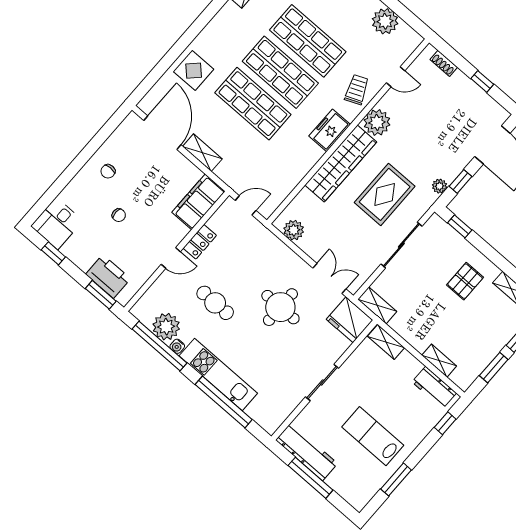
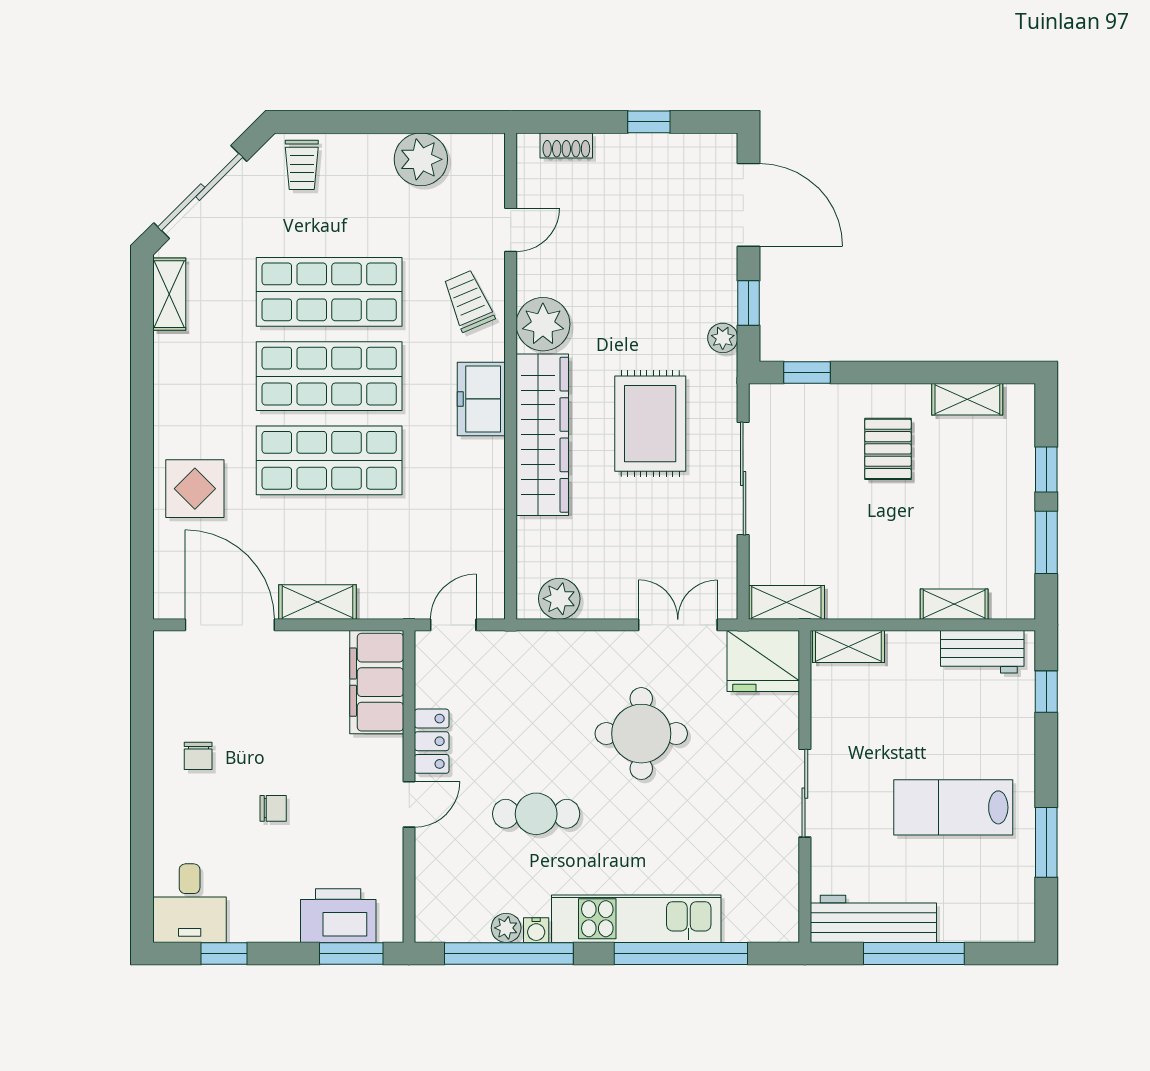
plant: (166, 327) -> (506, 928), width x0.53, depth x0.53

